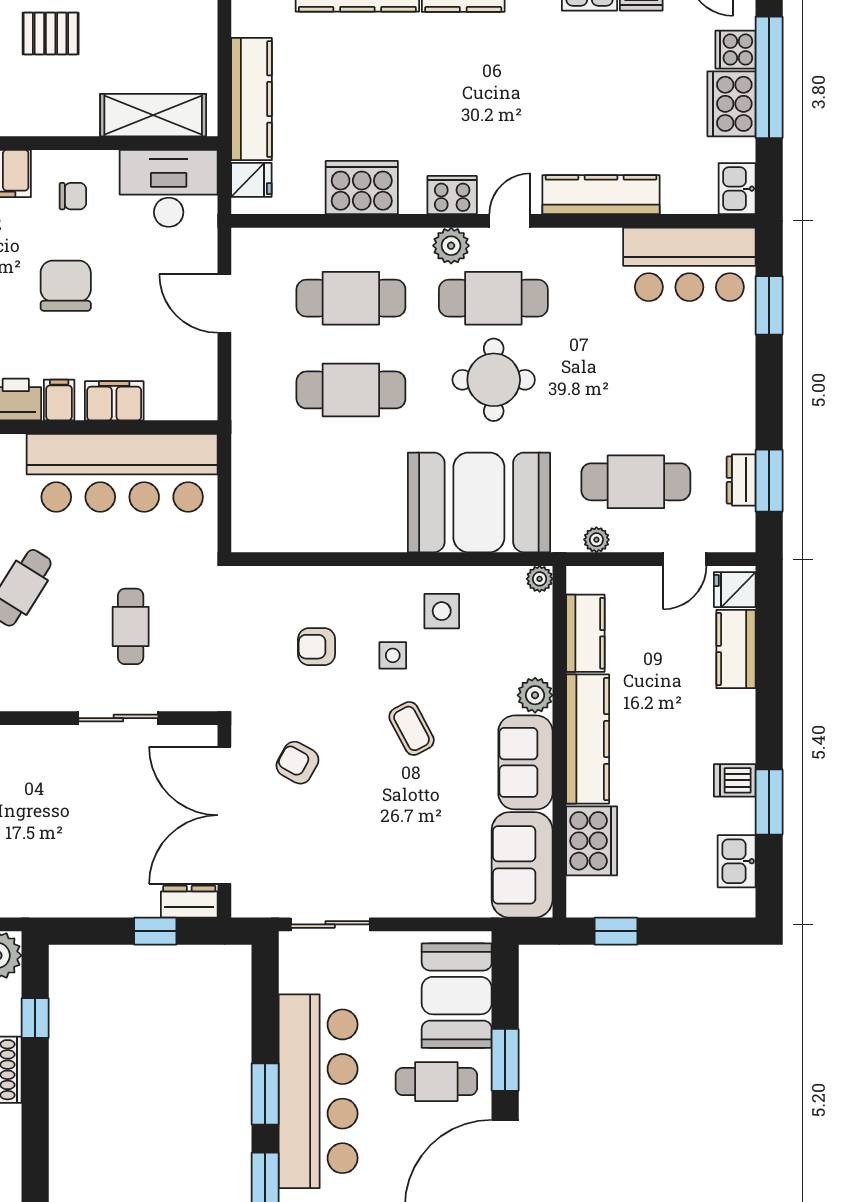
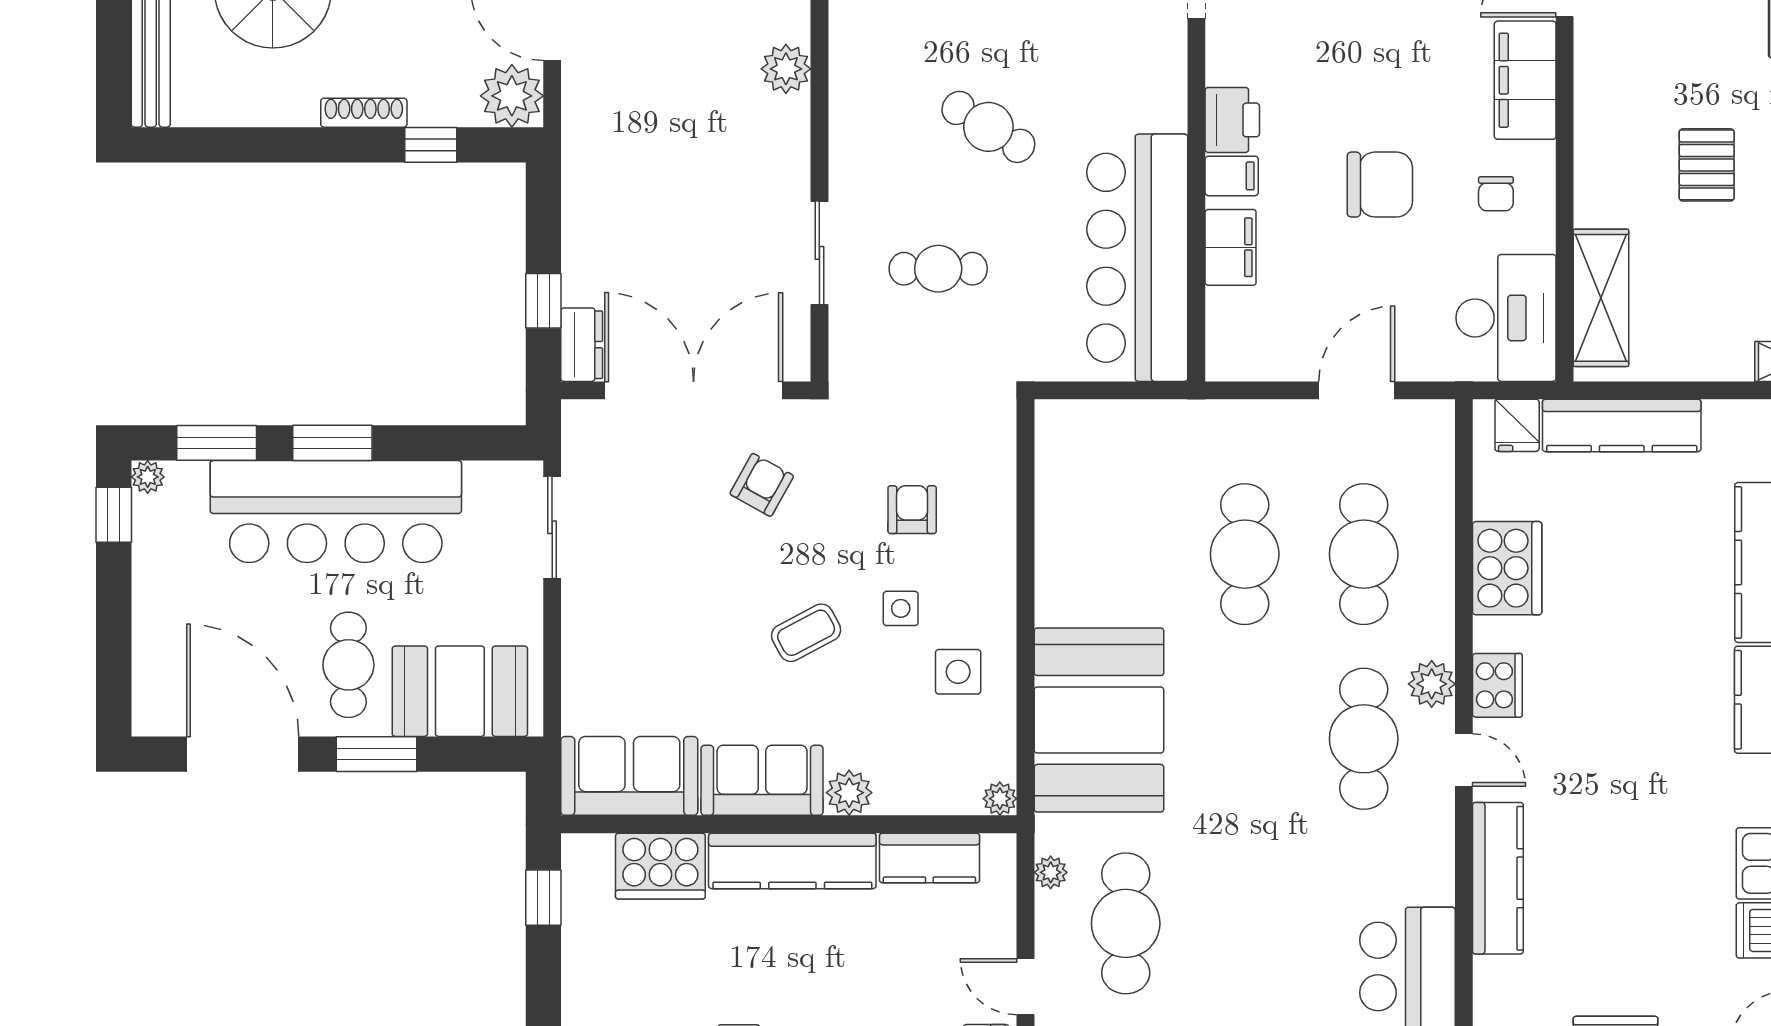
round table: (494, 380) -> (1258, 739), removed

